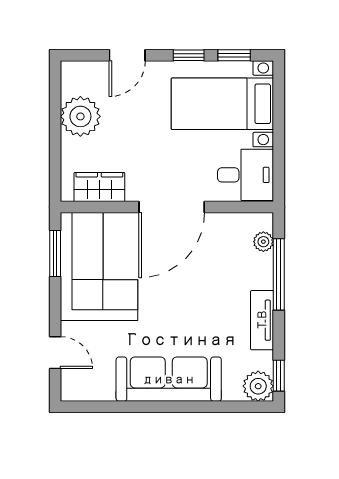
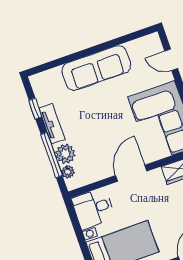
door: (172, 207) -> (131, 173), width x0.73
window: (279, 376) -> (35, 109), moved
plant: (258, 386) -> (65, 154), moved

